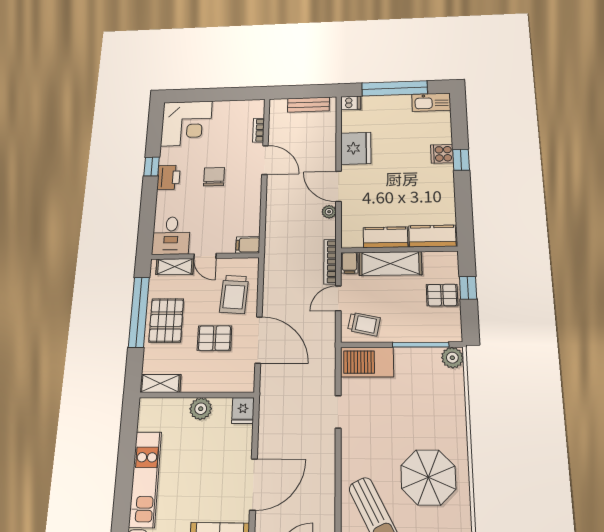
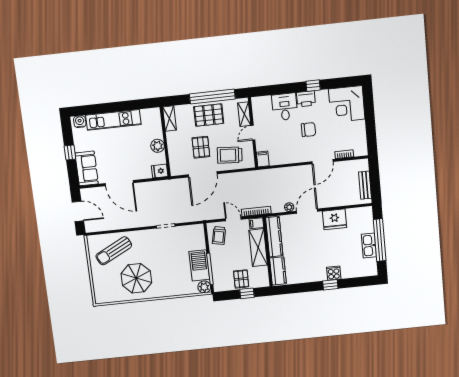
kitchen sink: (431, 102) -> (369, 246), moved
dishwasher: (351, 103) -> (368, 213), removed
desk: (171, 236) -> (285, 107), moved, turned 90
kitchen counter: (385, 237) -> (274, 237), width x1.50
barbecue: (367, 362) -> (199, 265), moved

